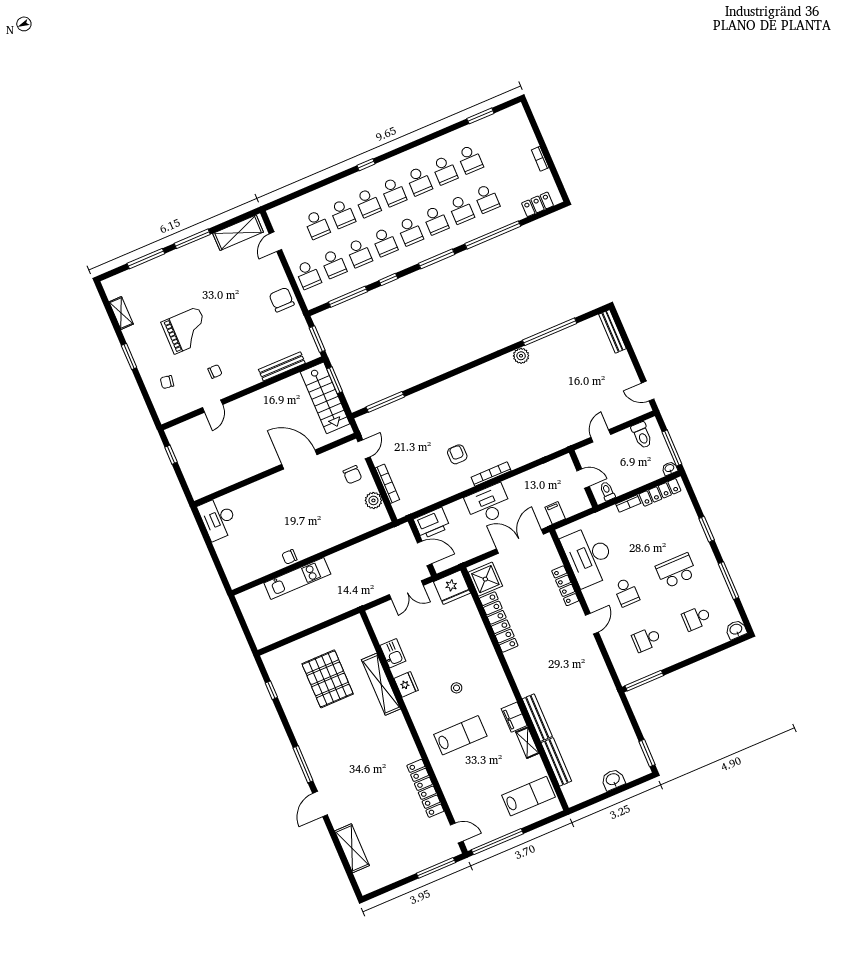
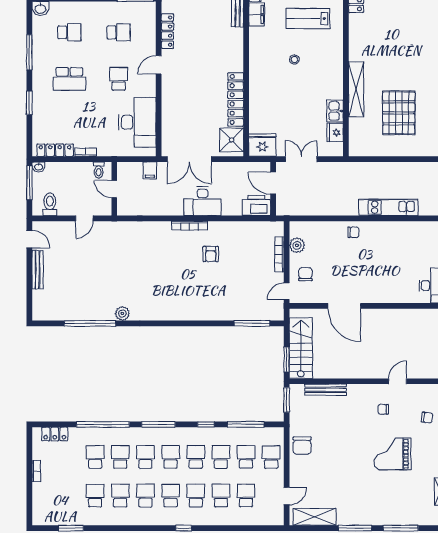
bench: (612, 331) -> (37, 270), moved
chair: (289, 557) -> (353, 232), moved
locker: (565, 586) -> (167, 31), moved
fridge: (406, 684) -> (335, 133), moved

